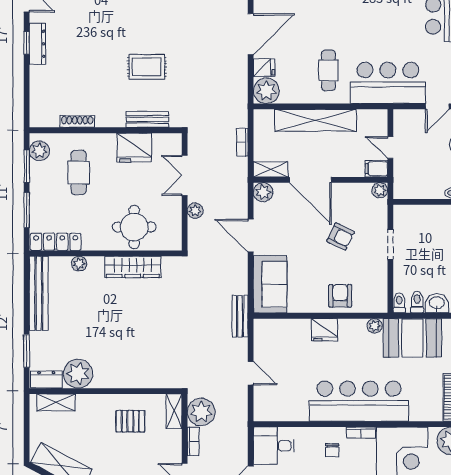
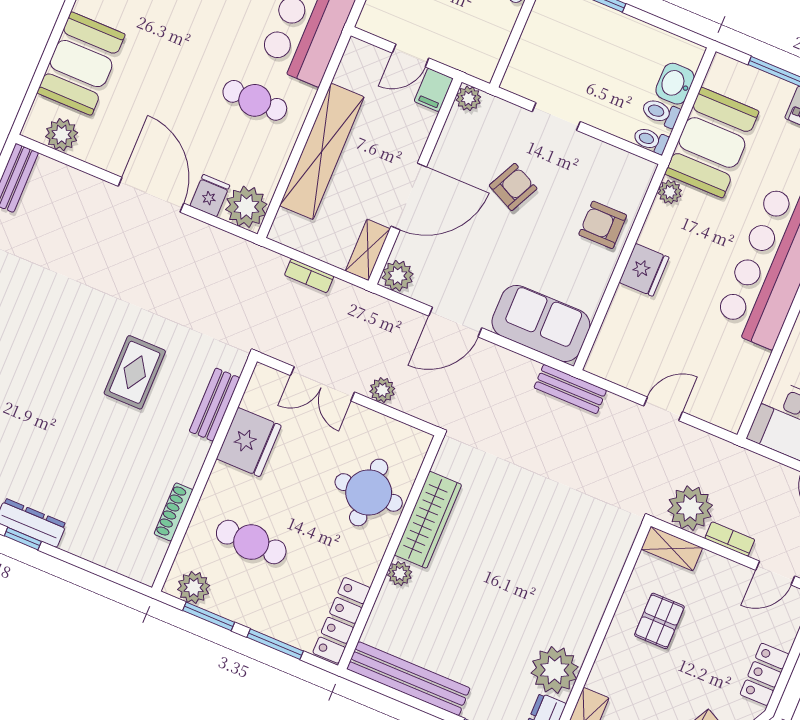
plant: (79, 264) -> (400, 574), moved

